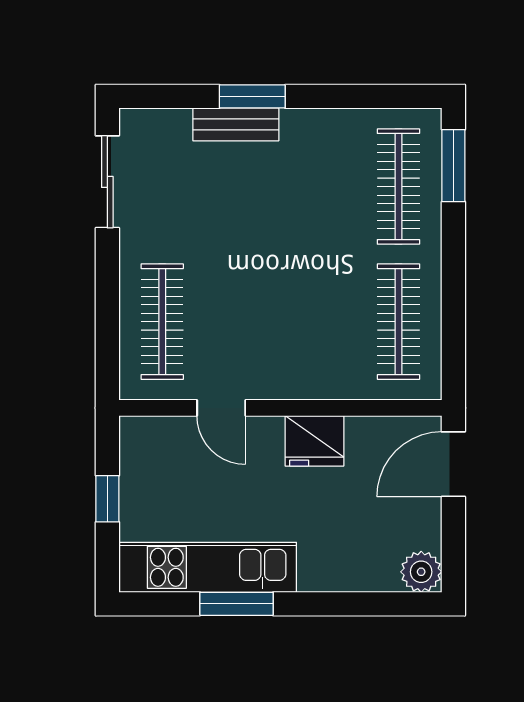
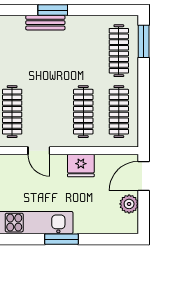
clothes rail: (320, 322) -> (83, 112), added
plant: (421, 572) -> (129, 204), moved
window: (237, 604) -> (62, 239), moved

